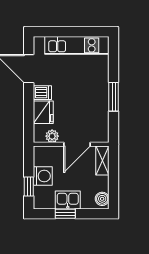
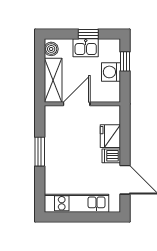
plant: (52, 136) -> (102, 112), removed
shelving: (102, 160) -> (53, 80), width x1.50, depth x1.33

